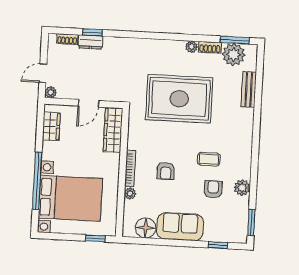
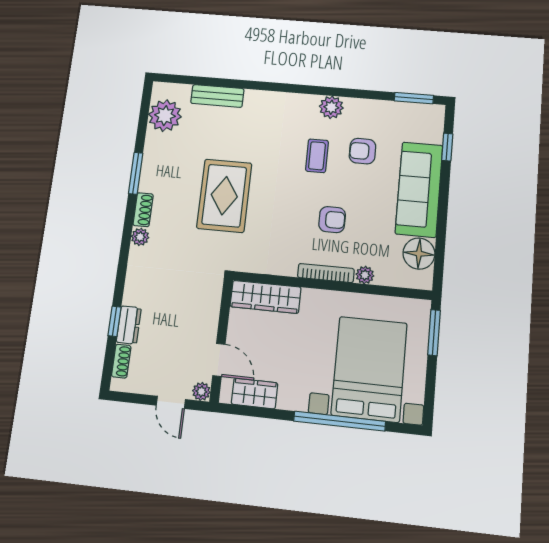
window: (235, 40) -> (136, 173), moved
plant: (192, 47) -> (140, 237), moved
shoe rack: (210, 47) -> (143, 210), moved
rug: (179, 99) -> (224, 196), width x0.73, depth x0.69
door: (88, 103) -> (219, 360), moved
plant: (242, 188) -> (331, 107), moved
sofa: (180, 227) -> (419, 189), width x1.36
window: (95, 238) -> (434, 333), width x1.50

